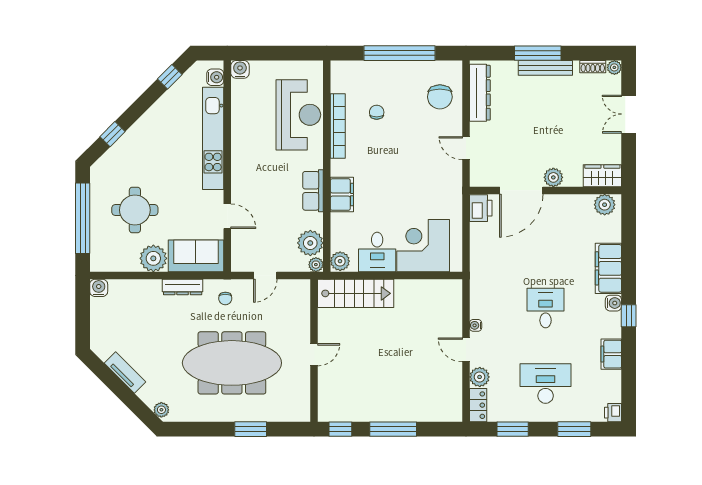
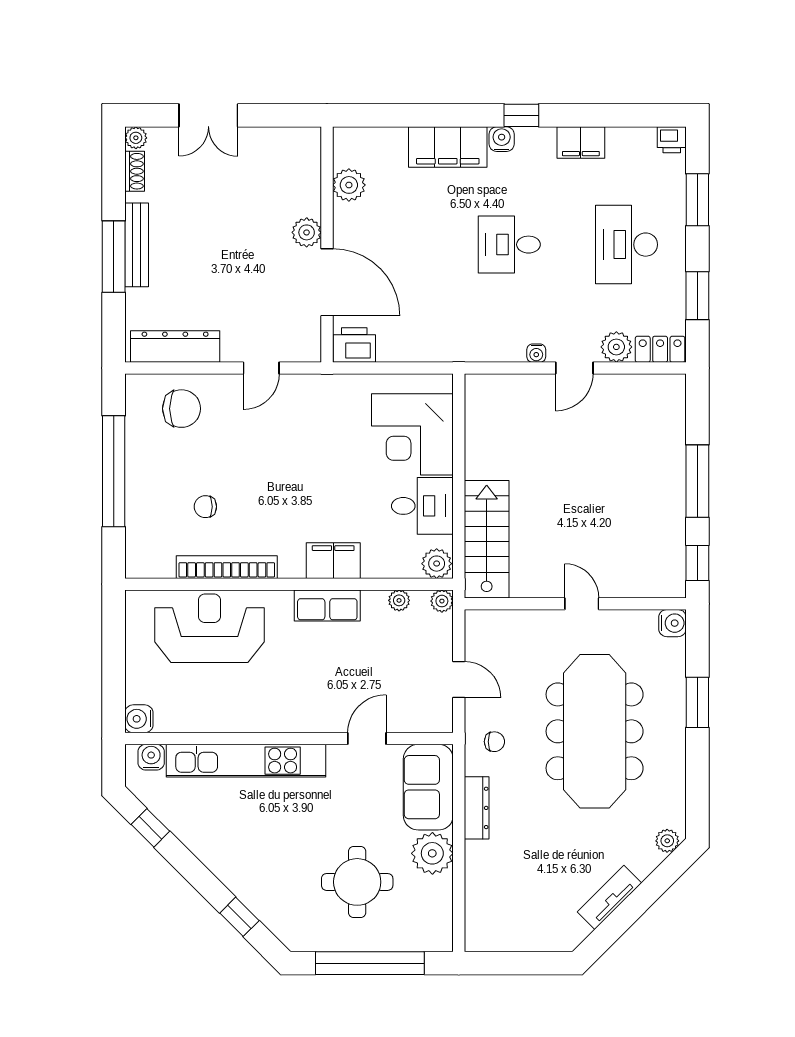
wardrobe: (602, 176) -> (304, 156), removed
plant: (605, 205) -> (349, 185), moved
plant: (310, 243) -> (399, 600), width x0.53, depth x0.53
water cooler: (99, 288) -> (672, 623), moved, turned 180

